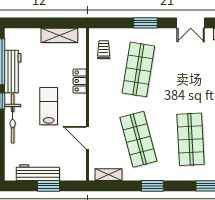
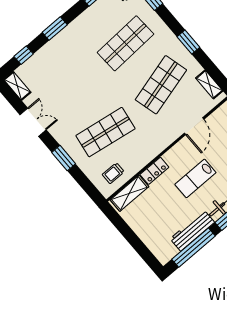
shelving: (59, 35) -> (129, 193), moved, turned 90

